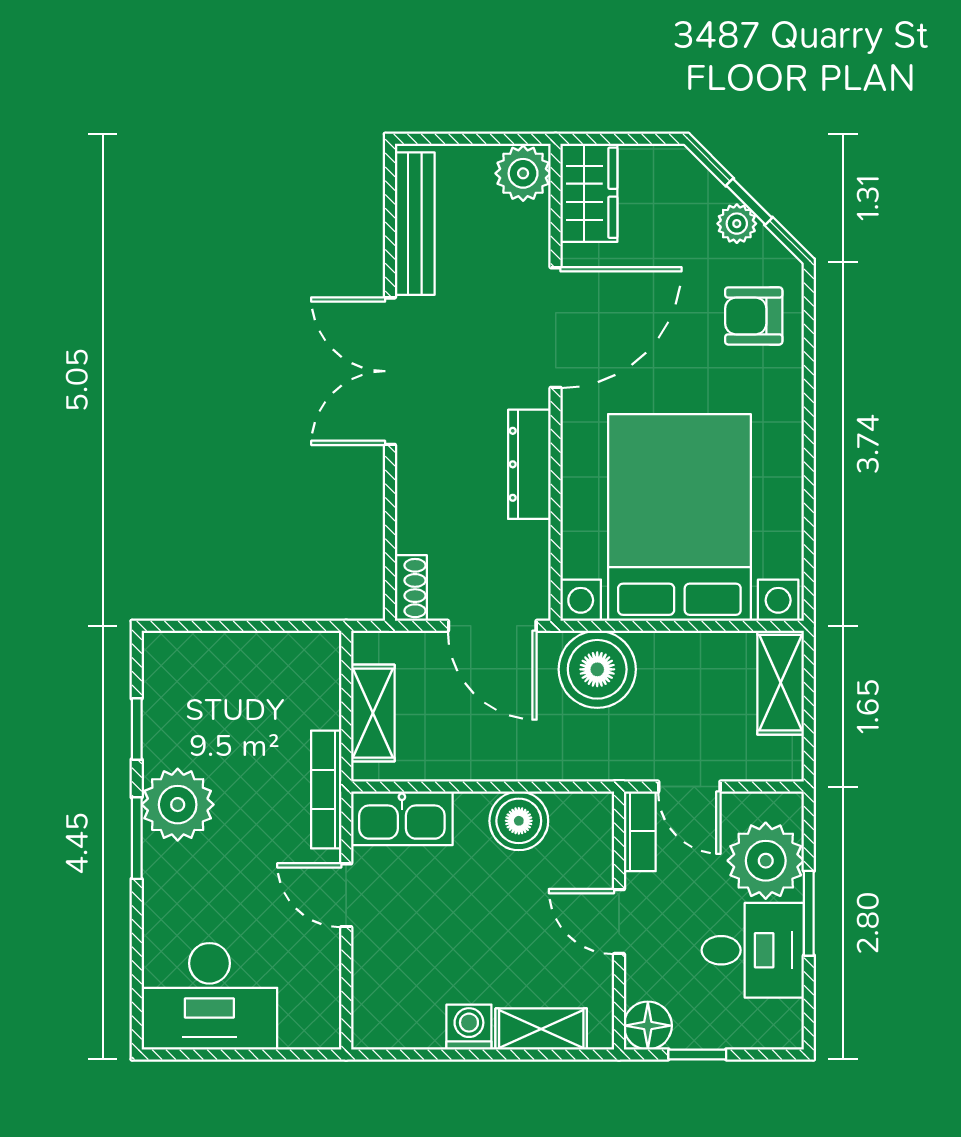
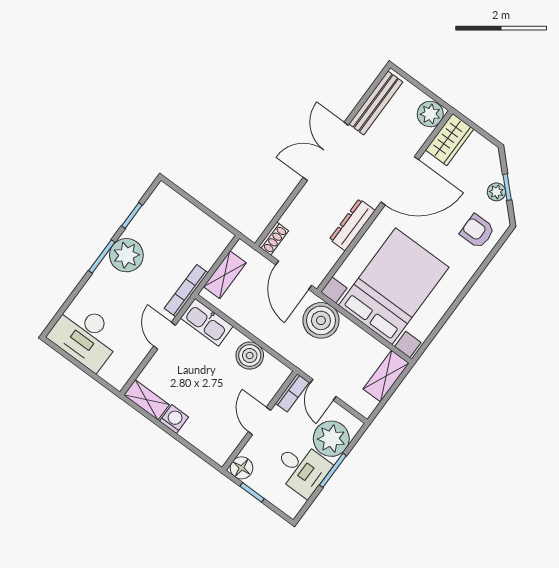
shelving: (541, 1029) -> (146, 400), moved

